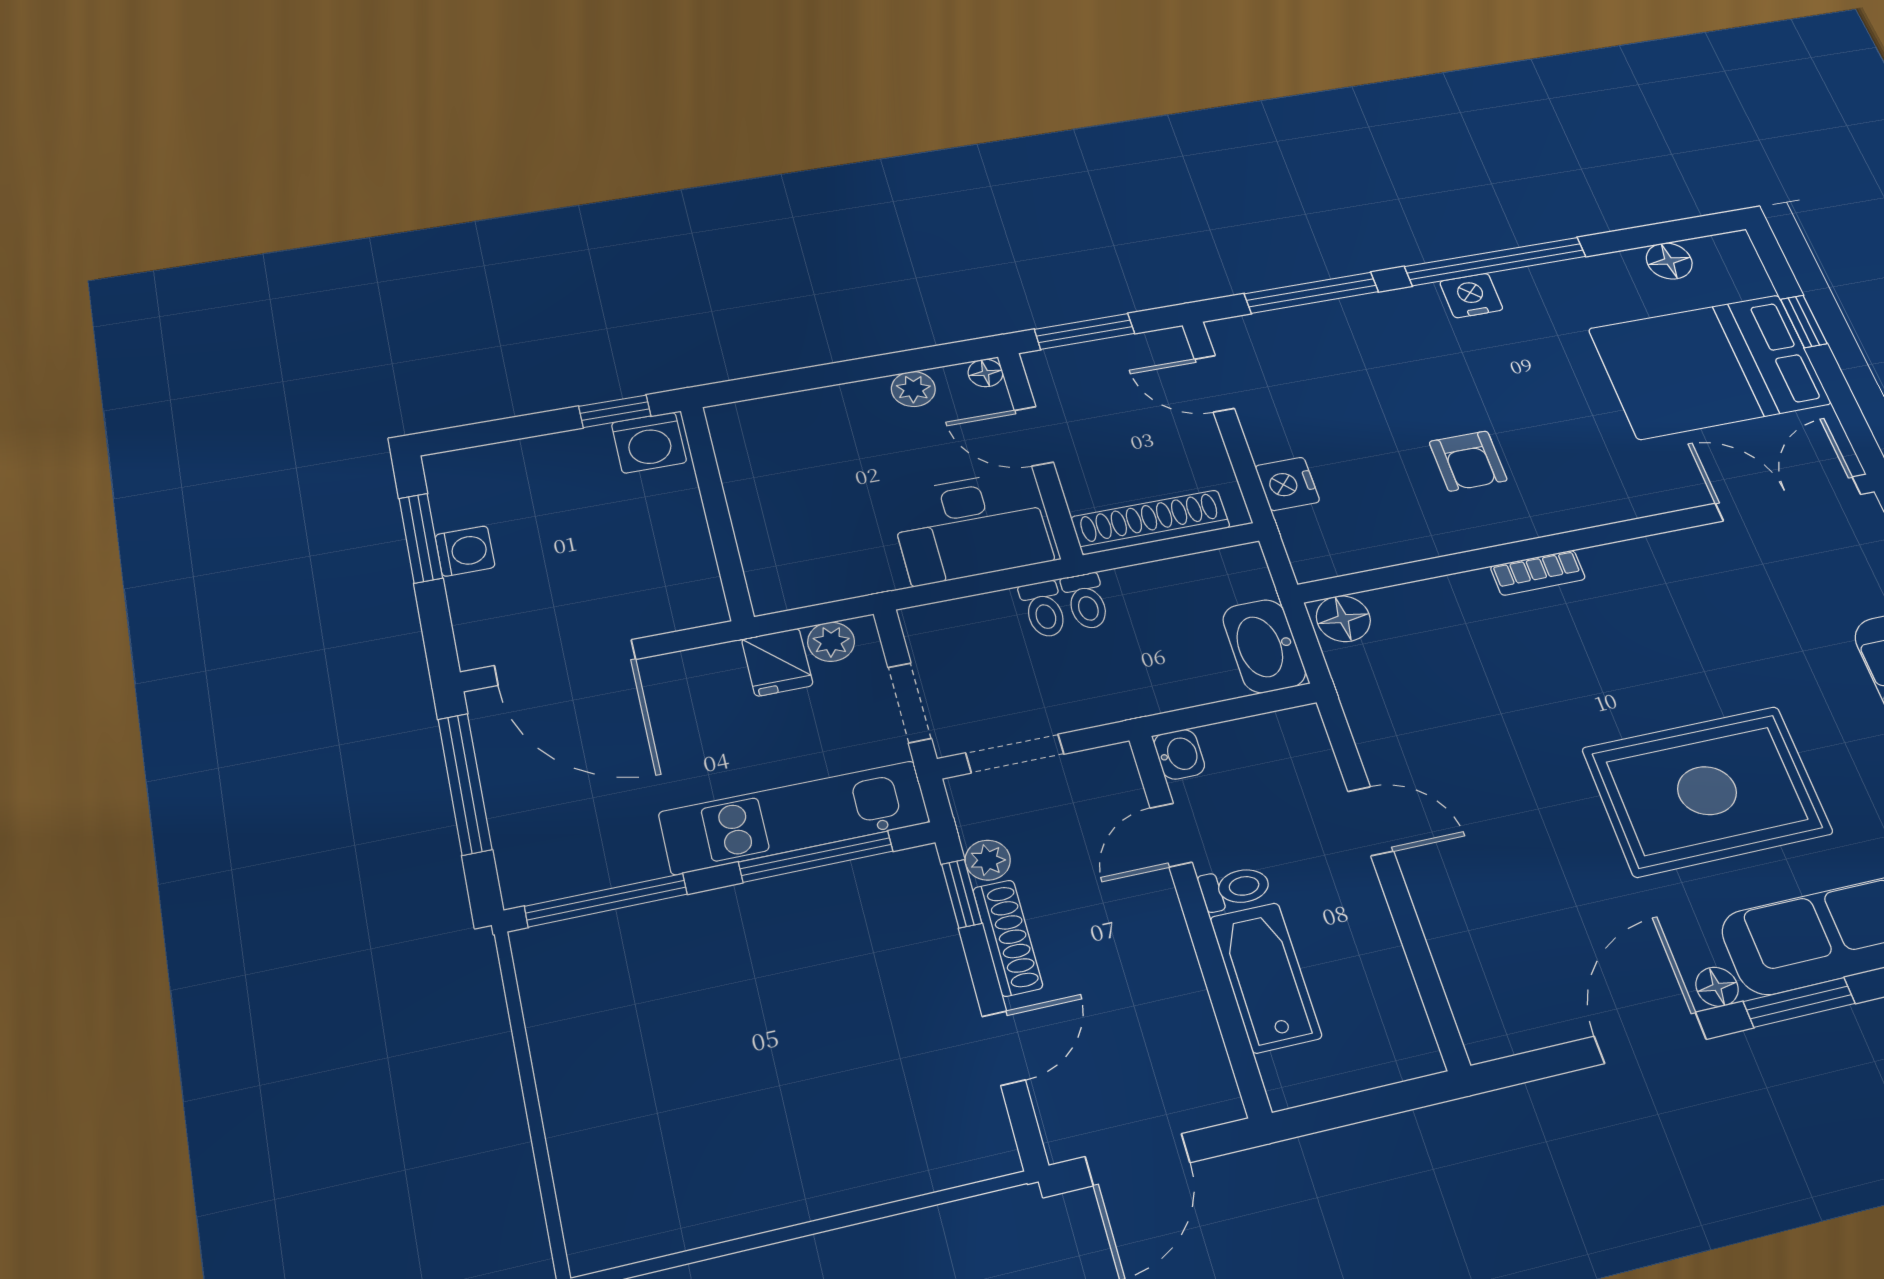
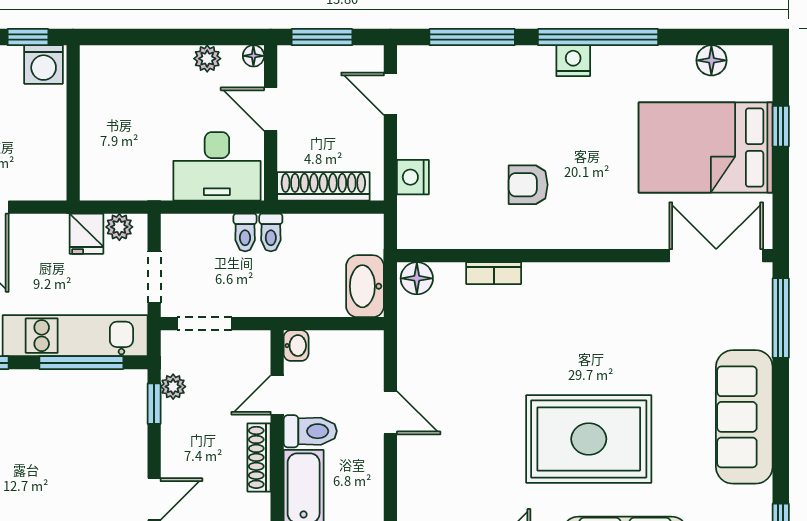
armchair: (1468, 461) -> (528, 185), turned 90
bookcase: (1538, 573) -> (494, 273), moved
toilet: (1235, 888) -> (310, 431), width x1.37, depth x1.39
shoe rack: (1008, 938) -> (259, 457), moved, turned 180

